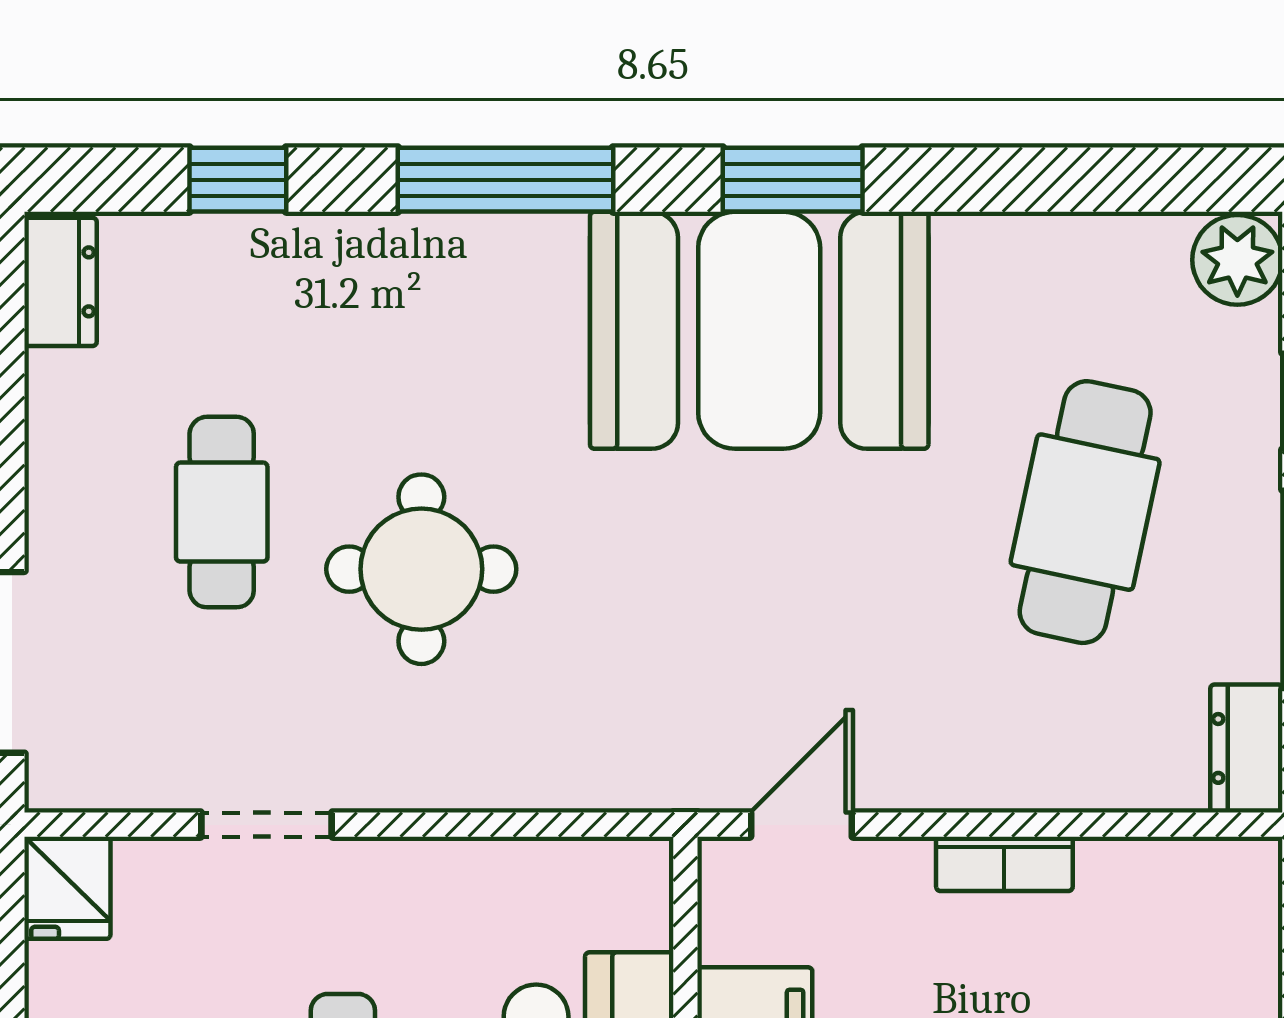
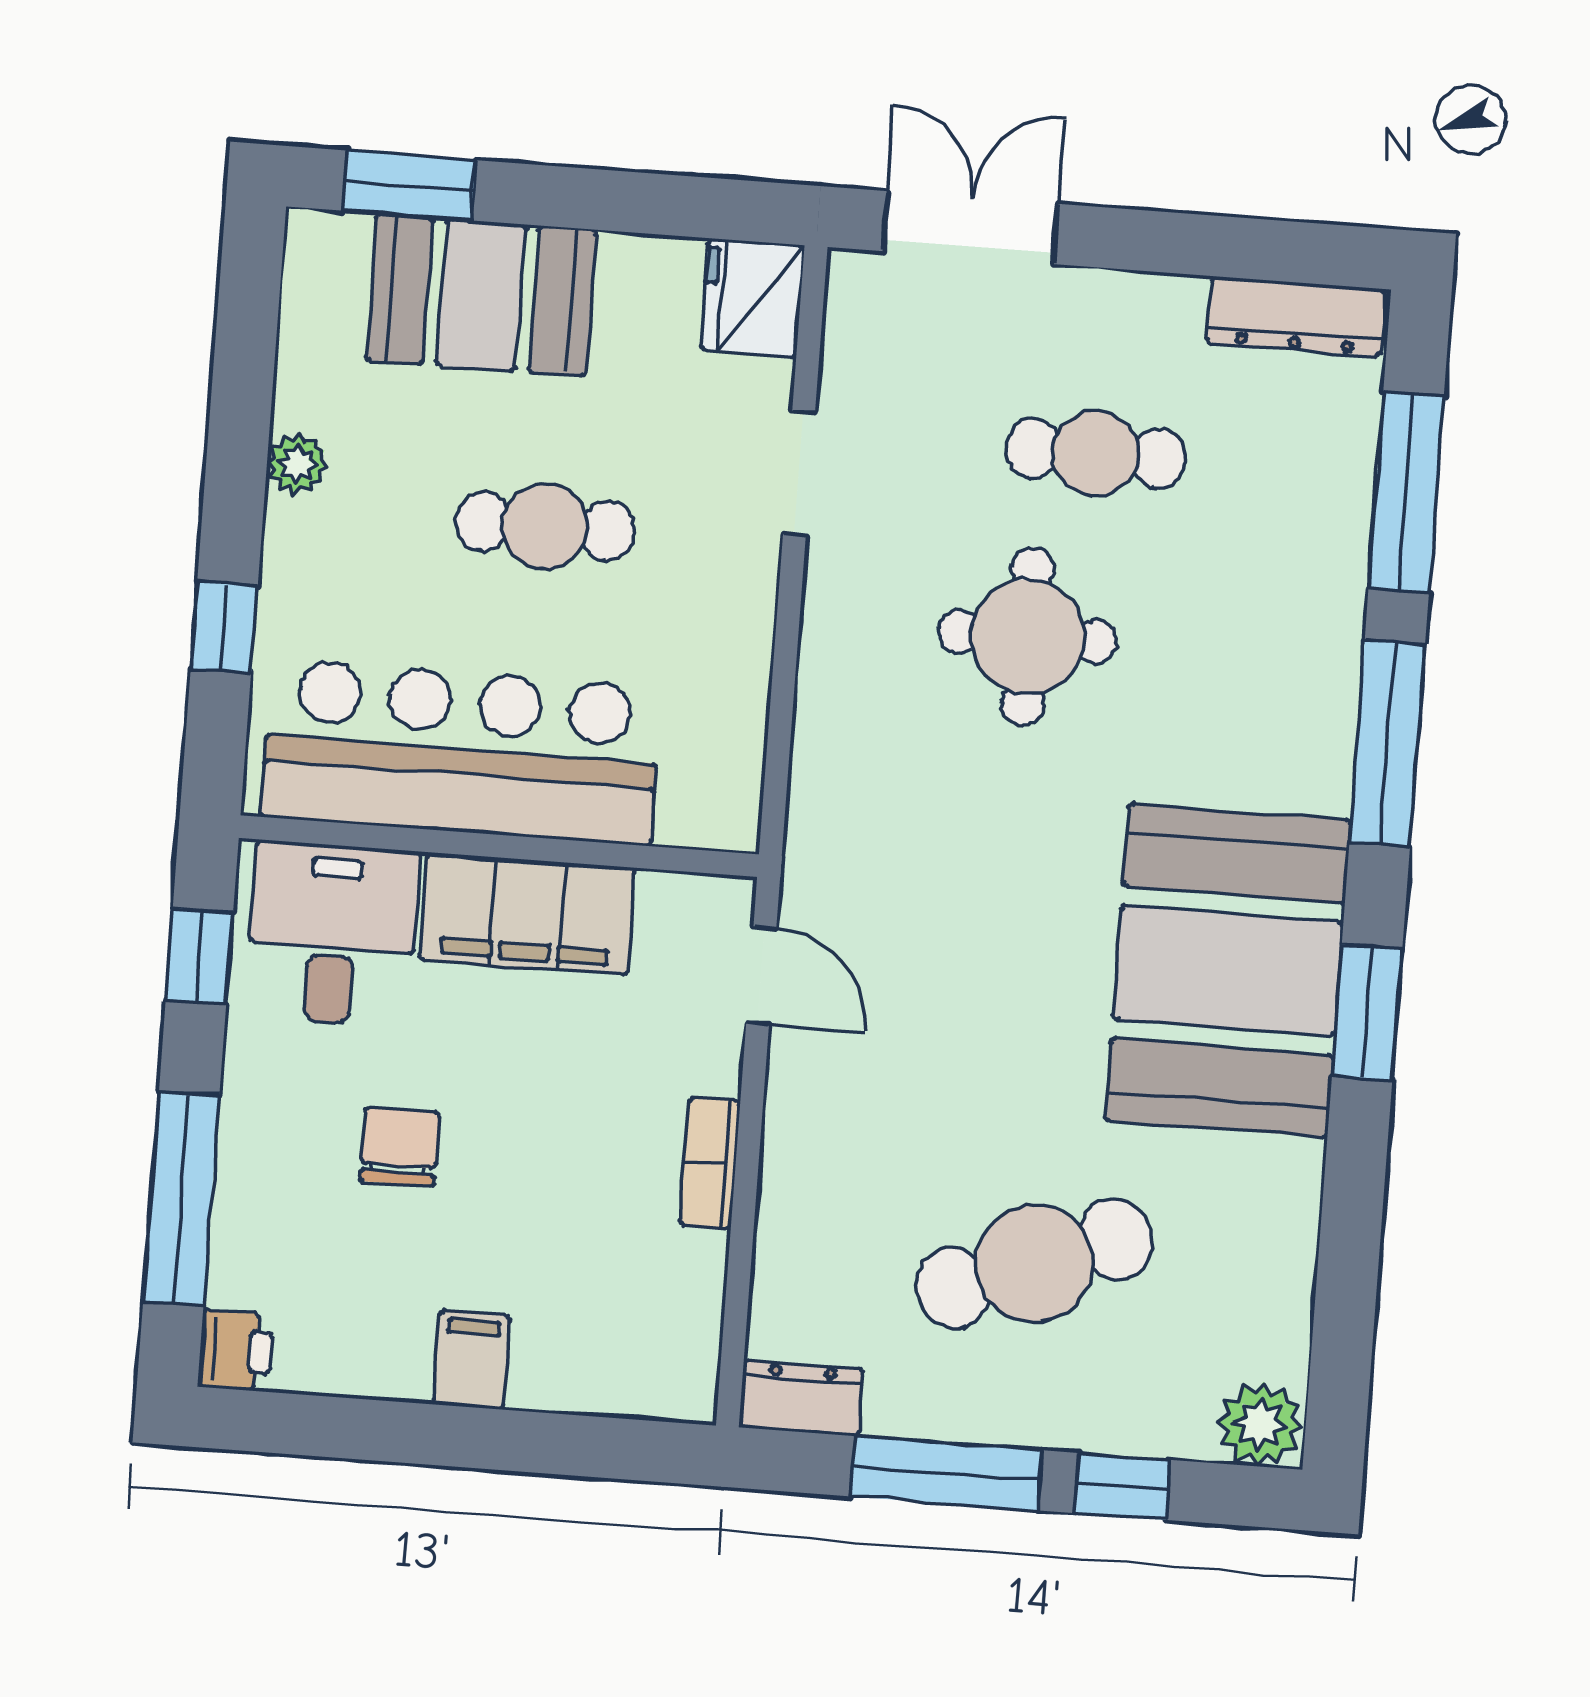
window: (238, 180) -> (1406, 492), width x2.17
dresser: (61, 282) -> (1296, 316), width x1.44
cafe table: (1085, 512) -> (1034, 1264), turned -33
fridge: (67, 888) -> (753, 298), width x1.38

